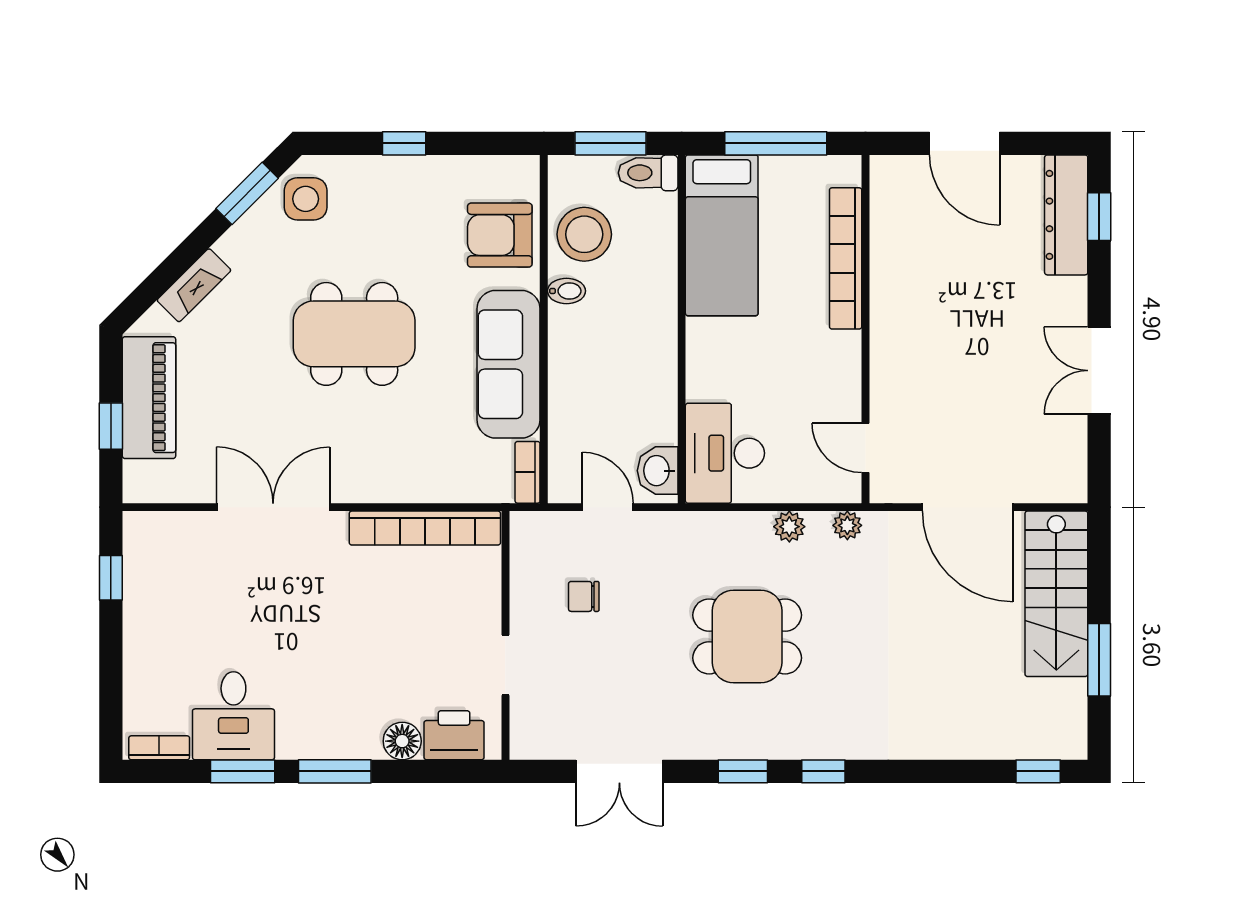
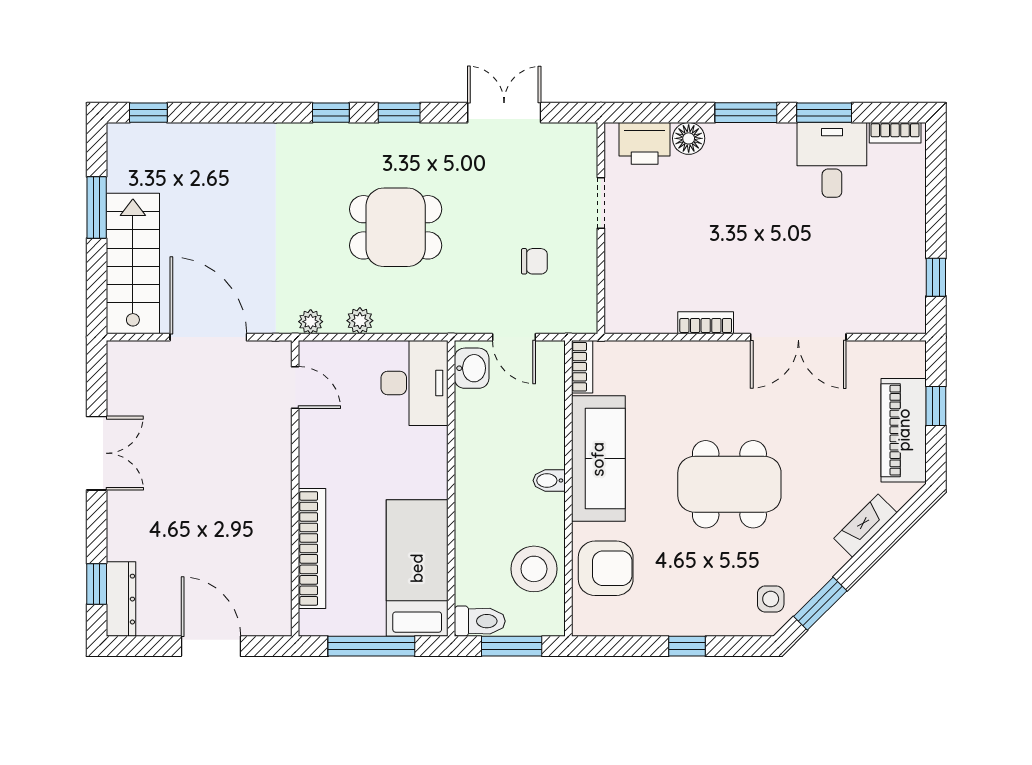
side table: (306, 199) -> (771, 599), width x0.73, depth x0.73
dresser: (1066, 215) -> (121, 599), width x0.73, depth x0.80
bidet: (566, 291) -> (549, 480), moved
bookcase: (425, 528) -> (706, 323), width x0.43, depth x0.76

